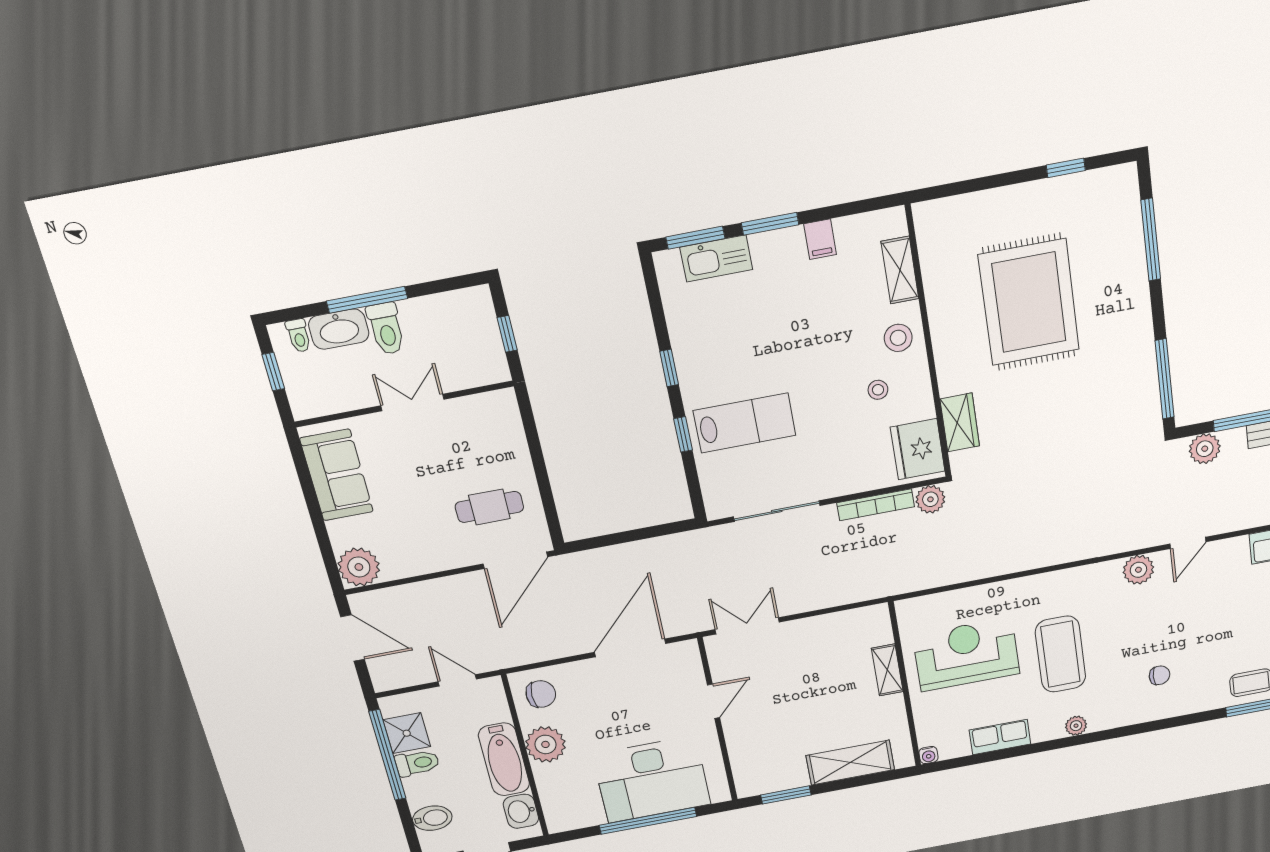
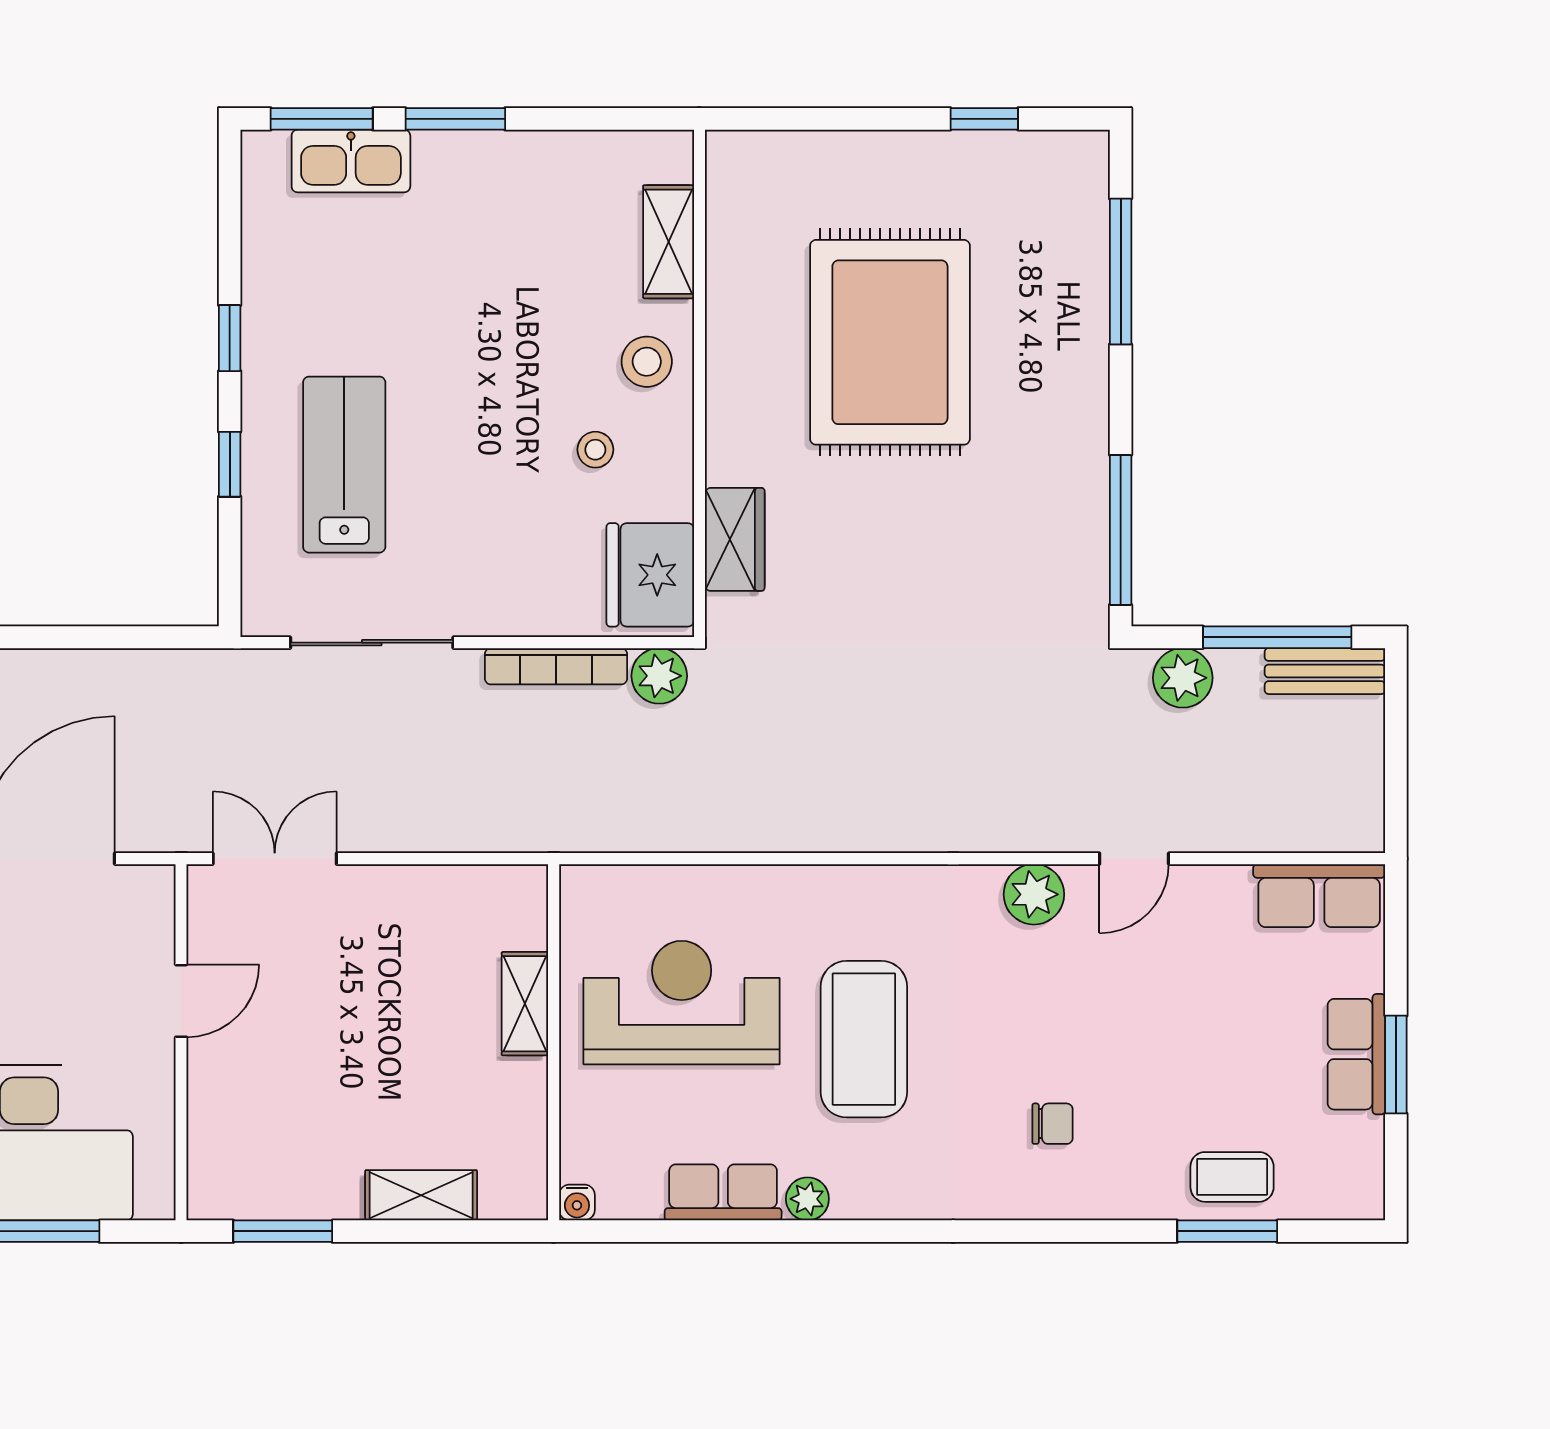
filing cabinet: (820, 239) -> (537, 162), removed
lab bench: (745, 423) -> (344, 465), turned -90
plant: (1076, 726) -> (807, 1199), moved
shelving: (850, 763) -> (421, 1195), width x0.67, depth x0.75

